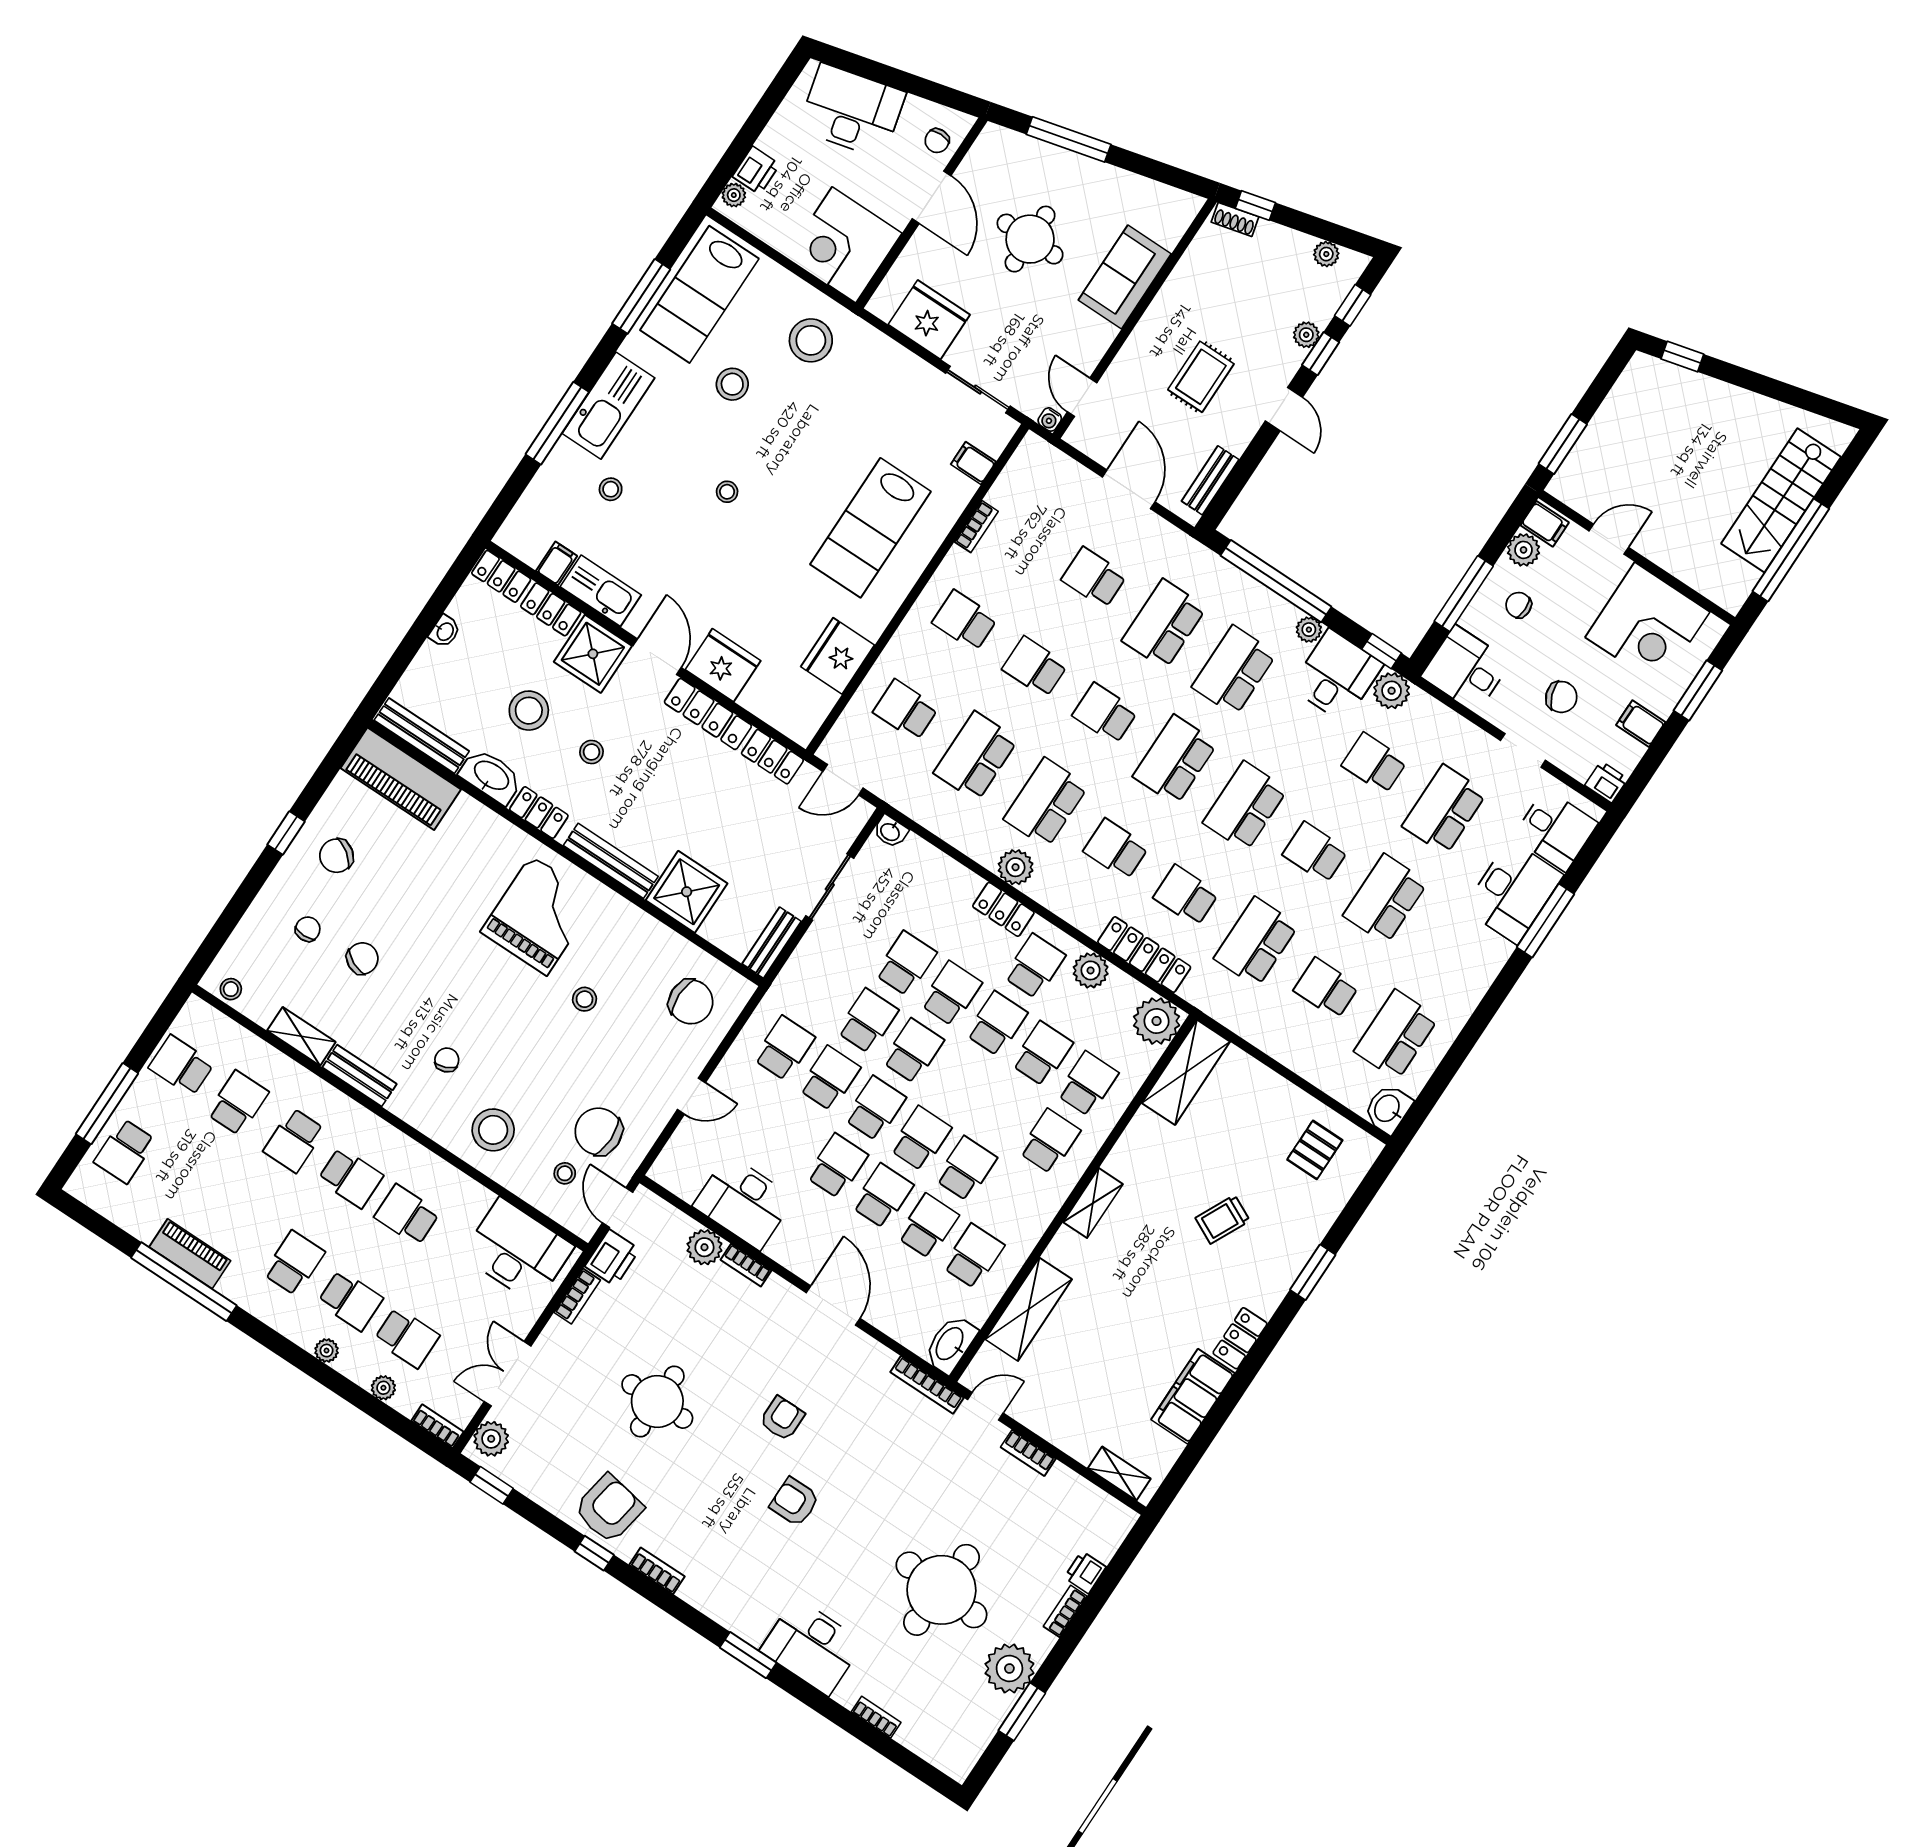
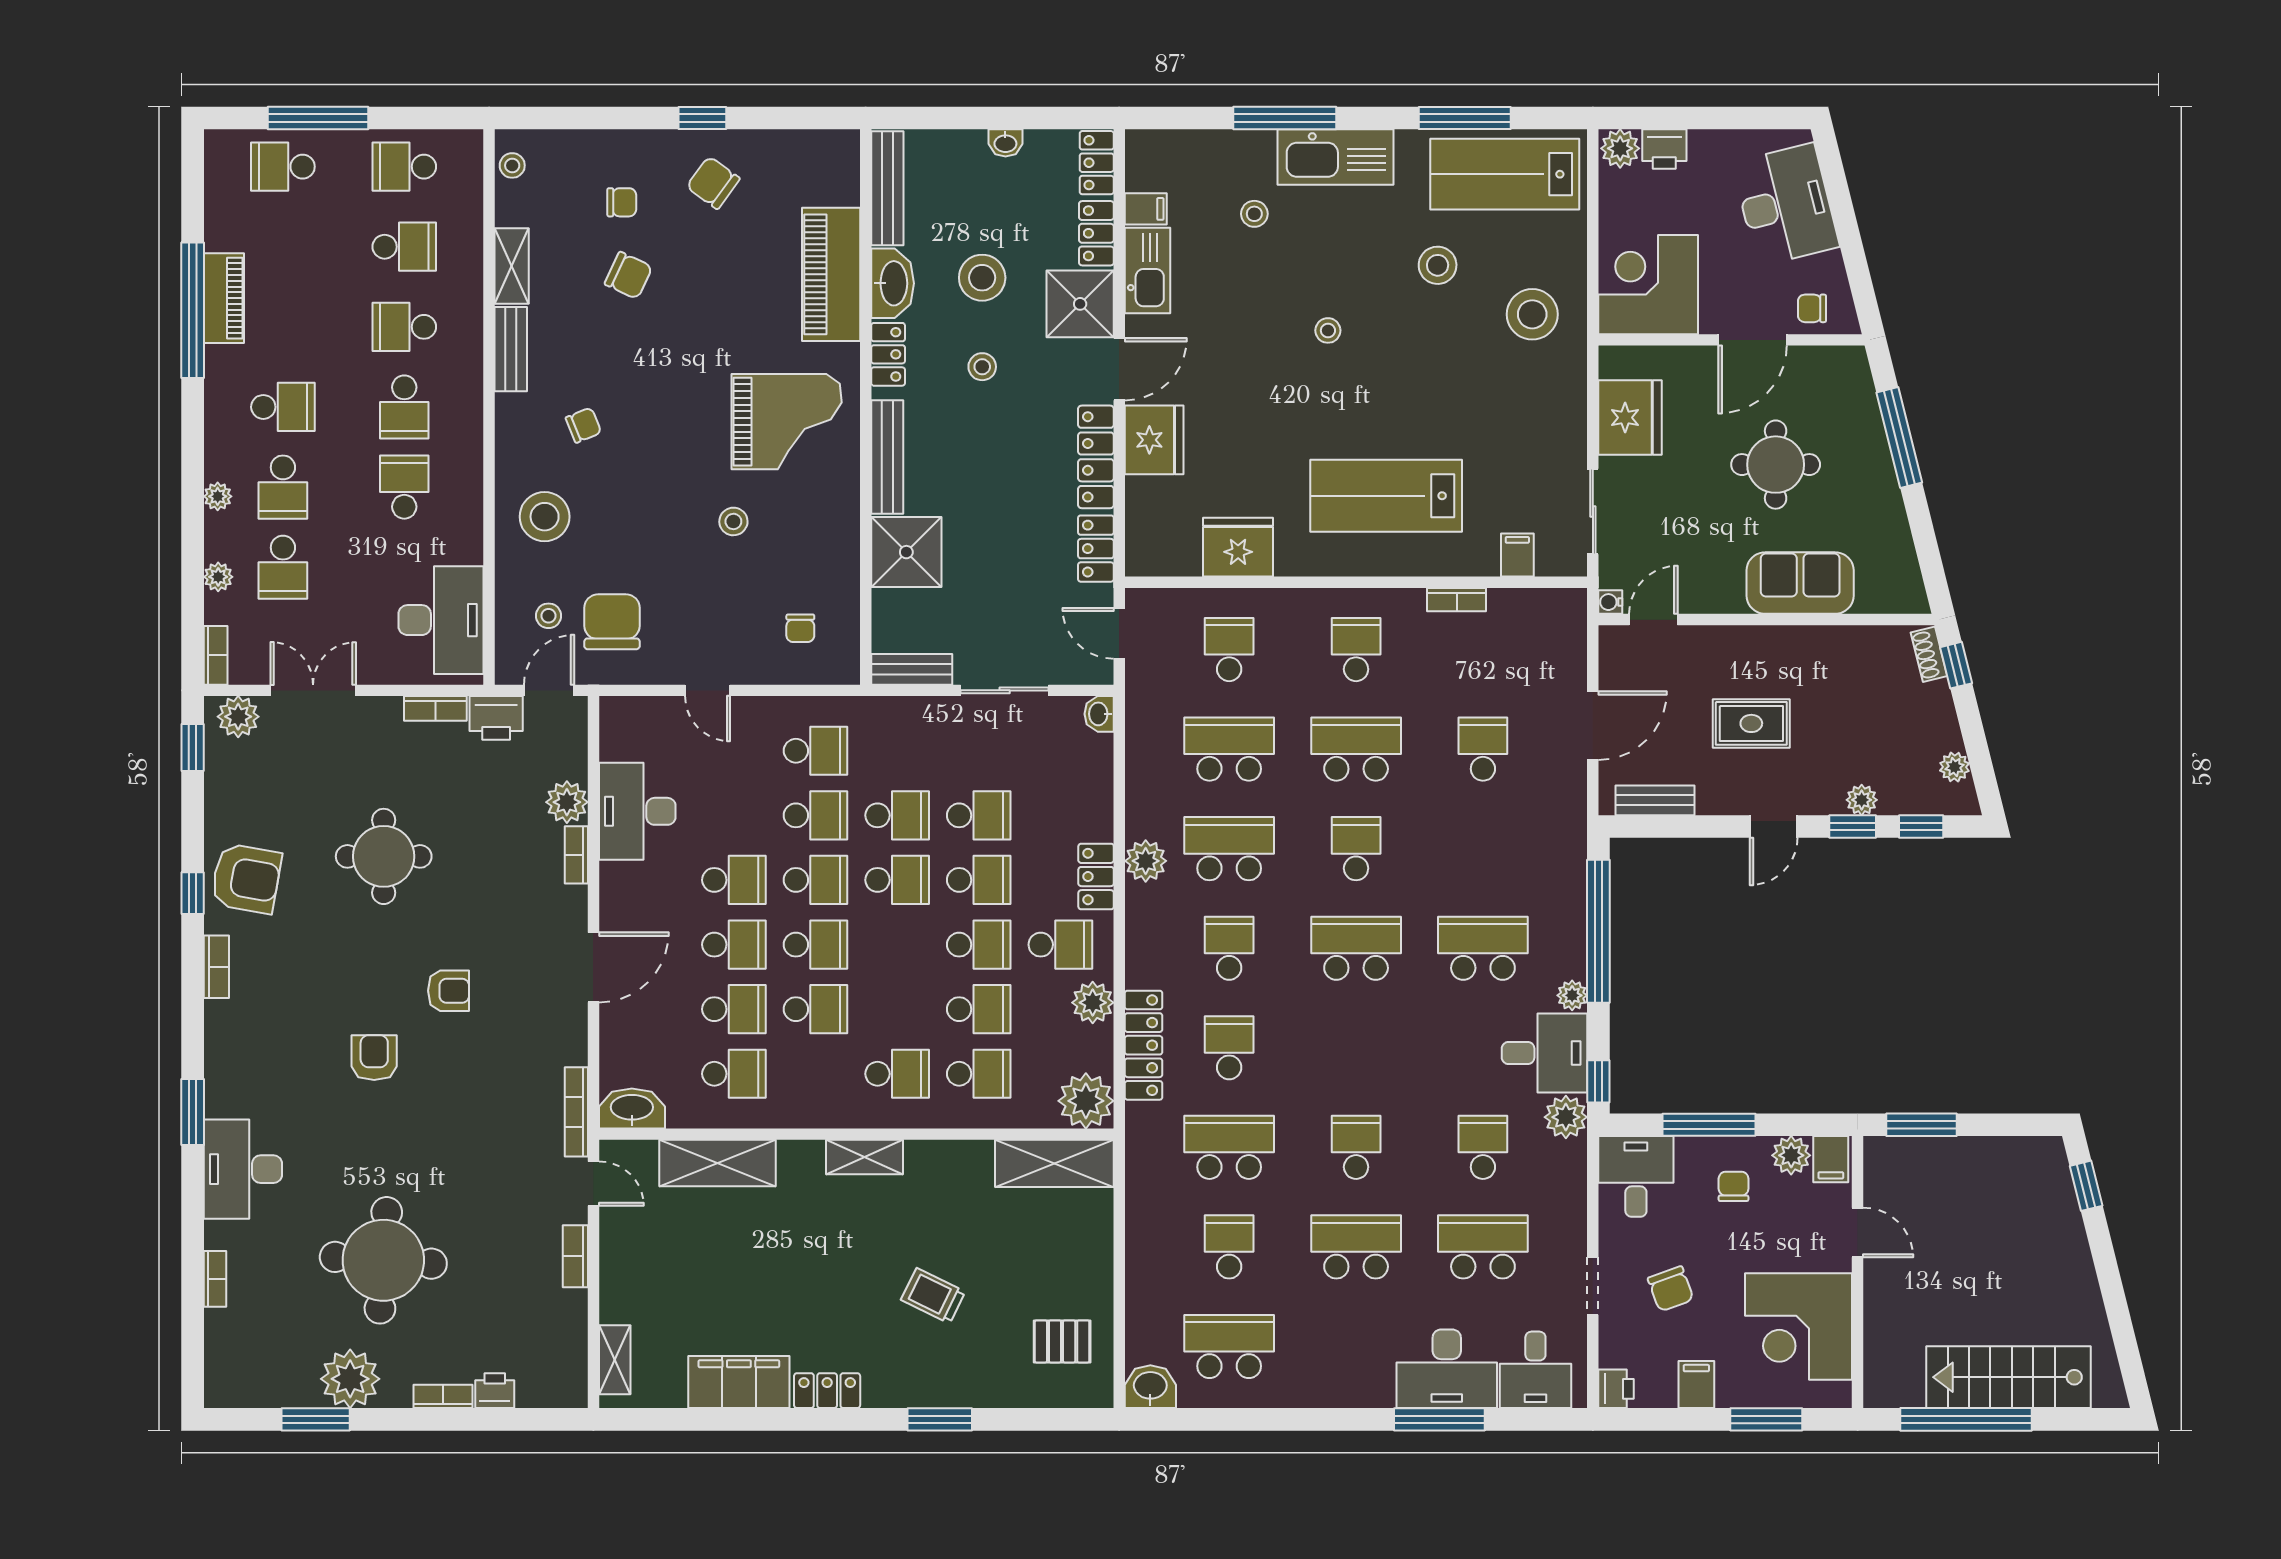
plant: (734, 195) -> (1620, 148), width x1.38, depth x1.38
school desk: (1164, 624) -> (1483, 849), removed
school desk: (1035, 667) -> (1356, 749), width x1.85
piano: (401, 779) -> (831, 274), moved
school desk: (1245, 806) -> (1356, 1048), removed
chair: (691, 1002) -> (800, 628), width x0.54, depth x0.54
school desk: (181, 1066) -> (404, 167), turned -90

